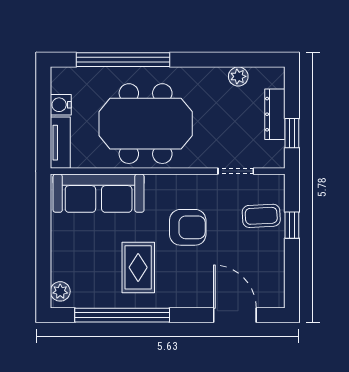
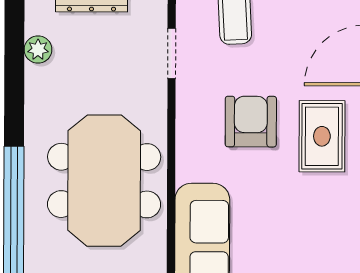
rug: (138, 267) -> (322, 136), moved, turned 90

